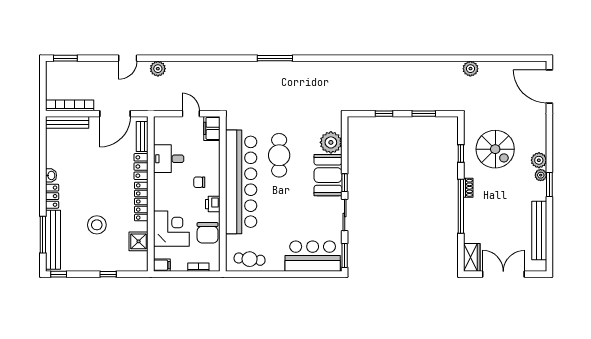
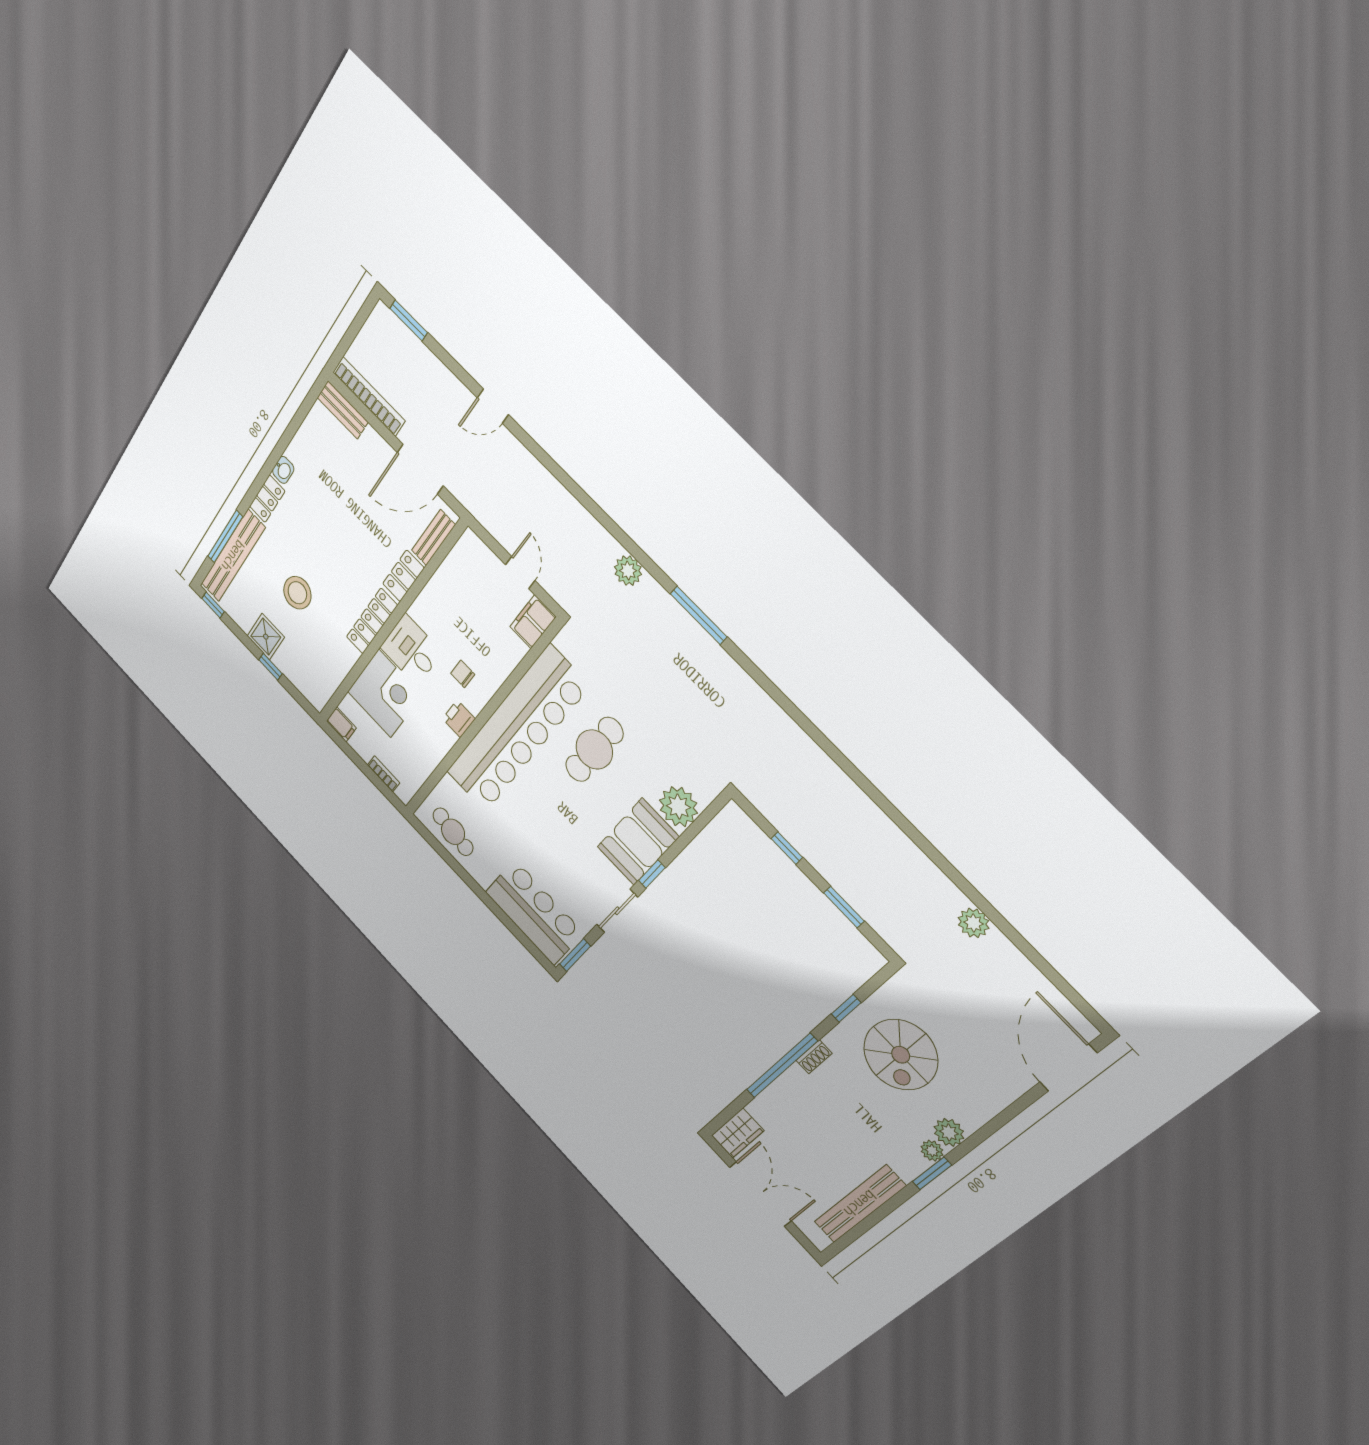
plant: (158, 69) -> (628, 571), moved
bench: (67, 122) -> (343, 410), width x0.73
desk: (169, 159) -> (411, 650), moved
chair: (208, 233) -> (426, 746), removed
shower: (139, 241) -> (266, 637), moved

